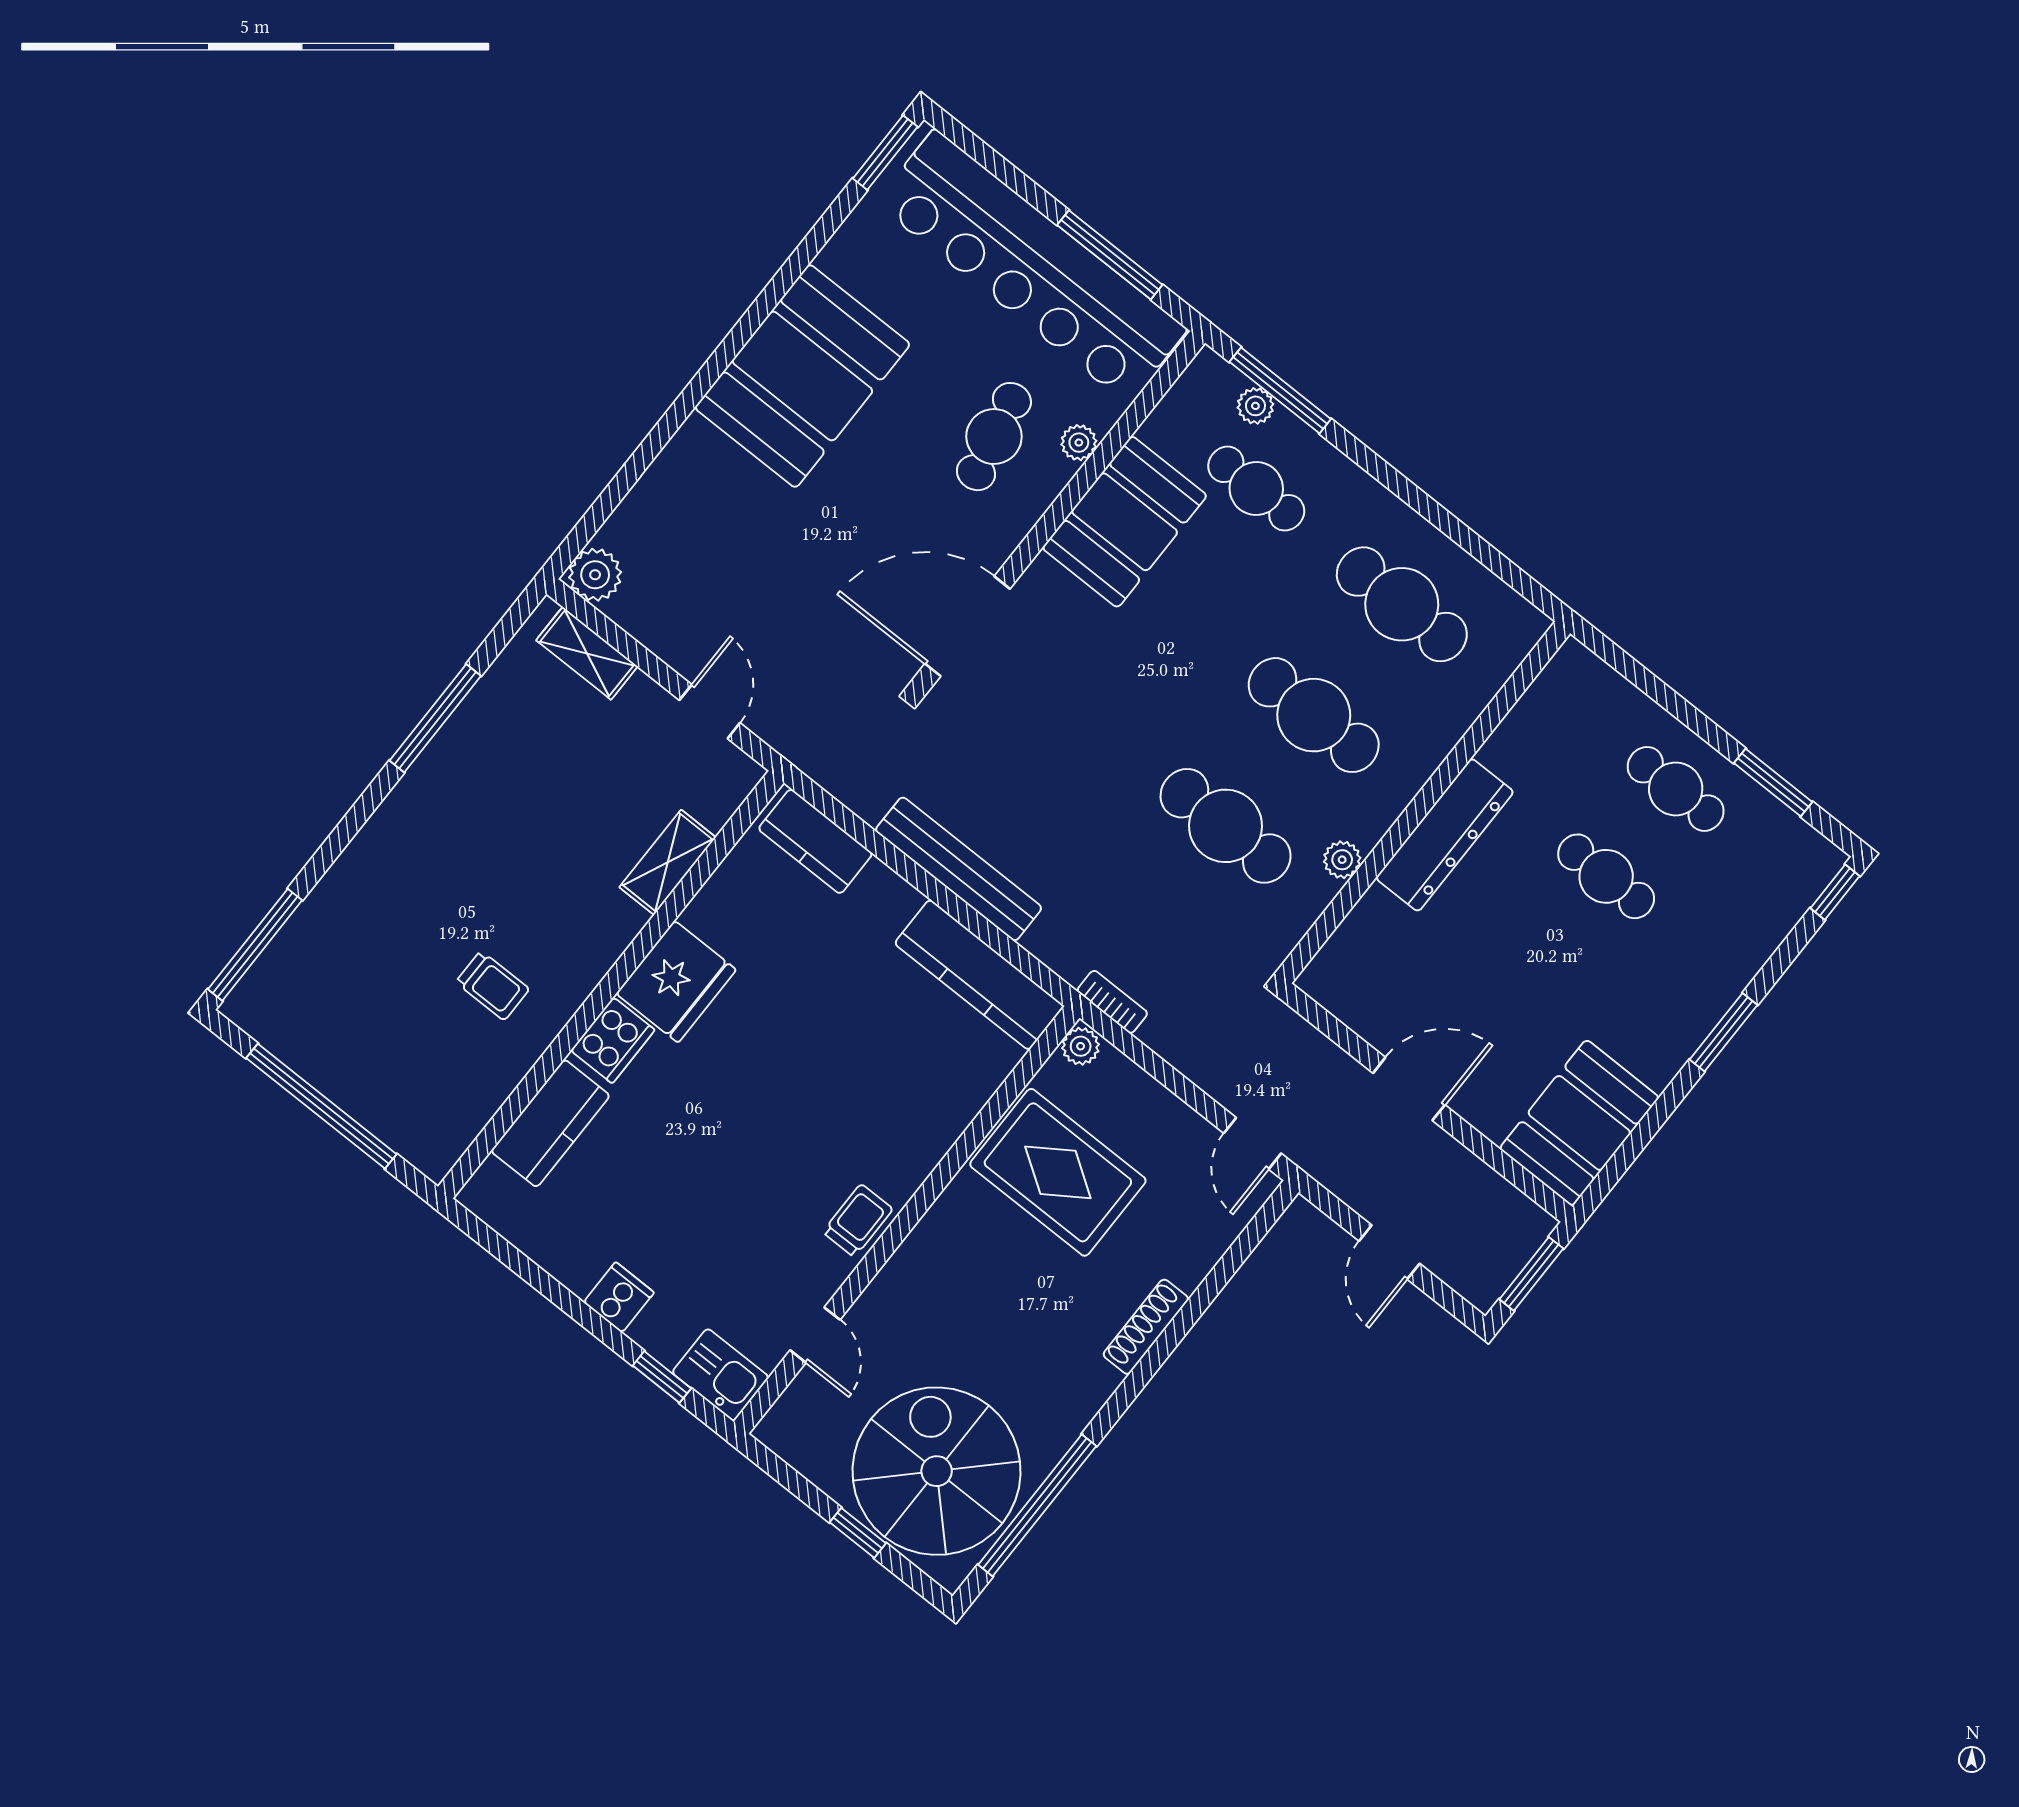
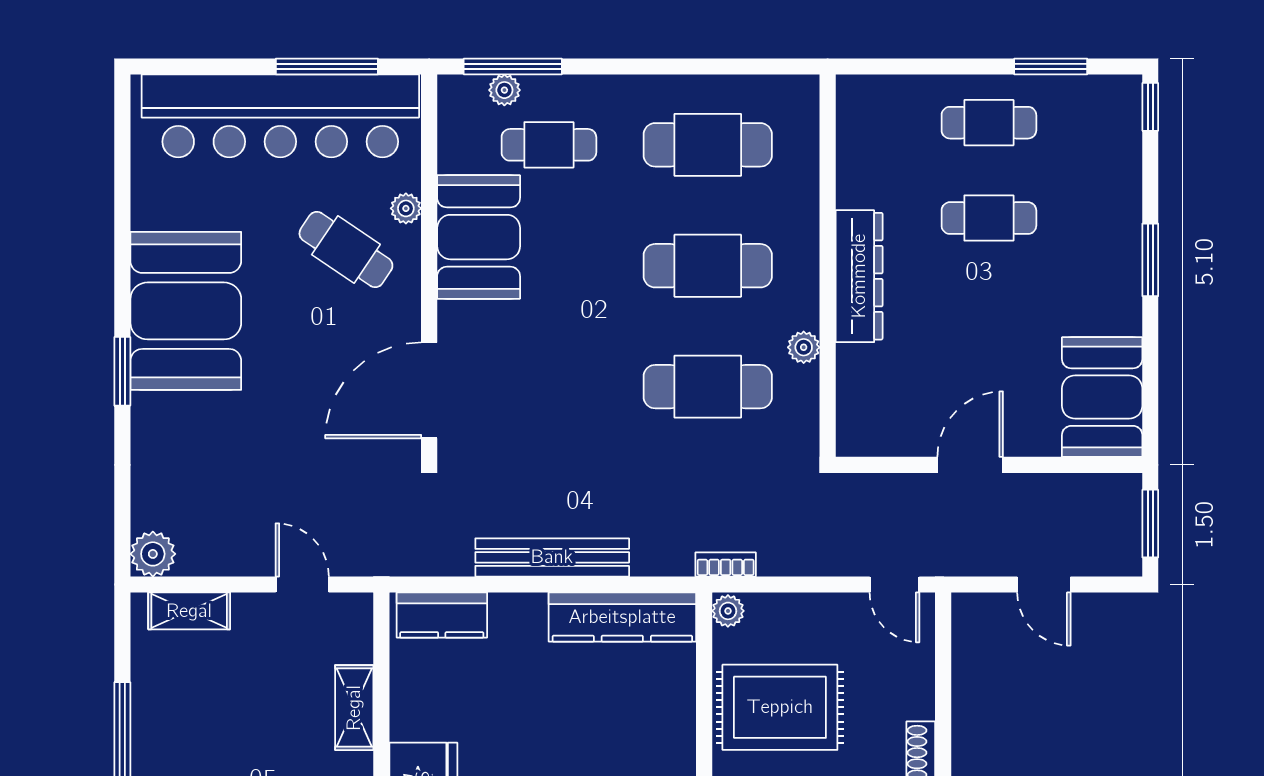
window: (885, 153) -> (122, 371), moved
cafe table: (994, 437) -> (346, 250), turned -44

